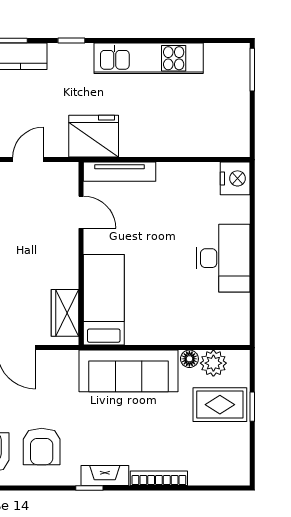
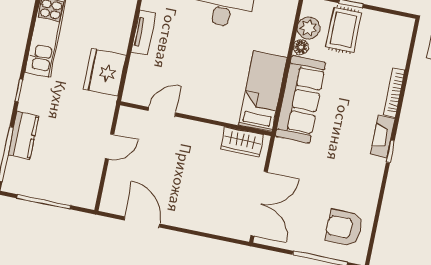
fridge: (94, 136) -> (105, 72), moved
door: (28, 160) -> (110, 146), swing flipped
tv unit: (119, 172) -> (143, 33), moved, width x0.71
bed: (104, 300) -> (263, 91), moved, turned 90
armchair: (42, 446) -> (348, 184), removed

